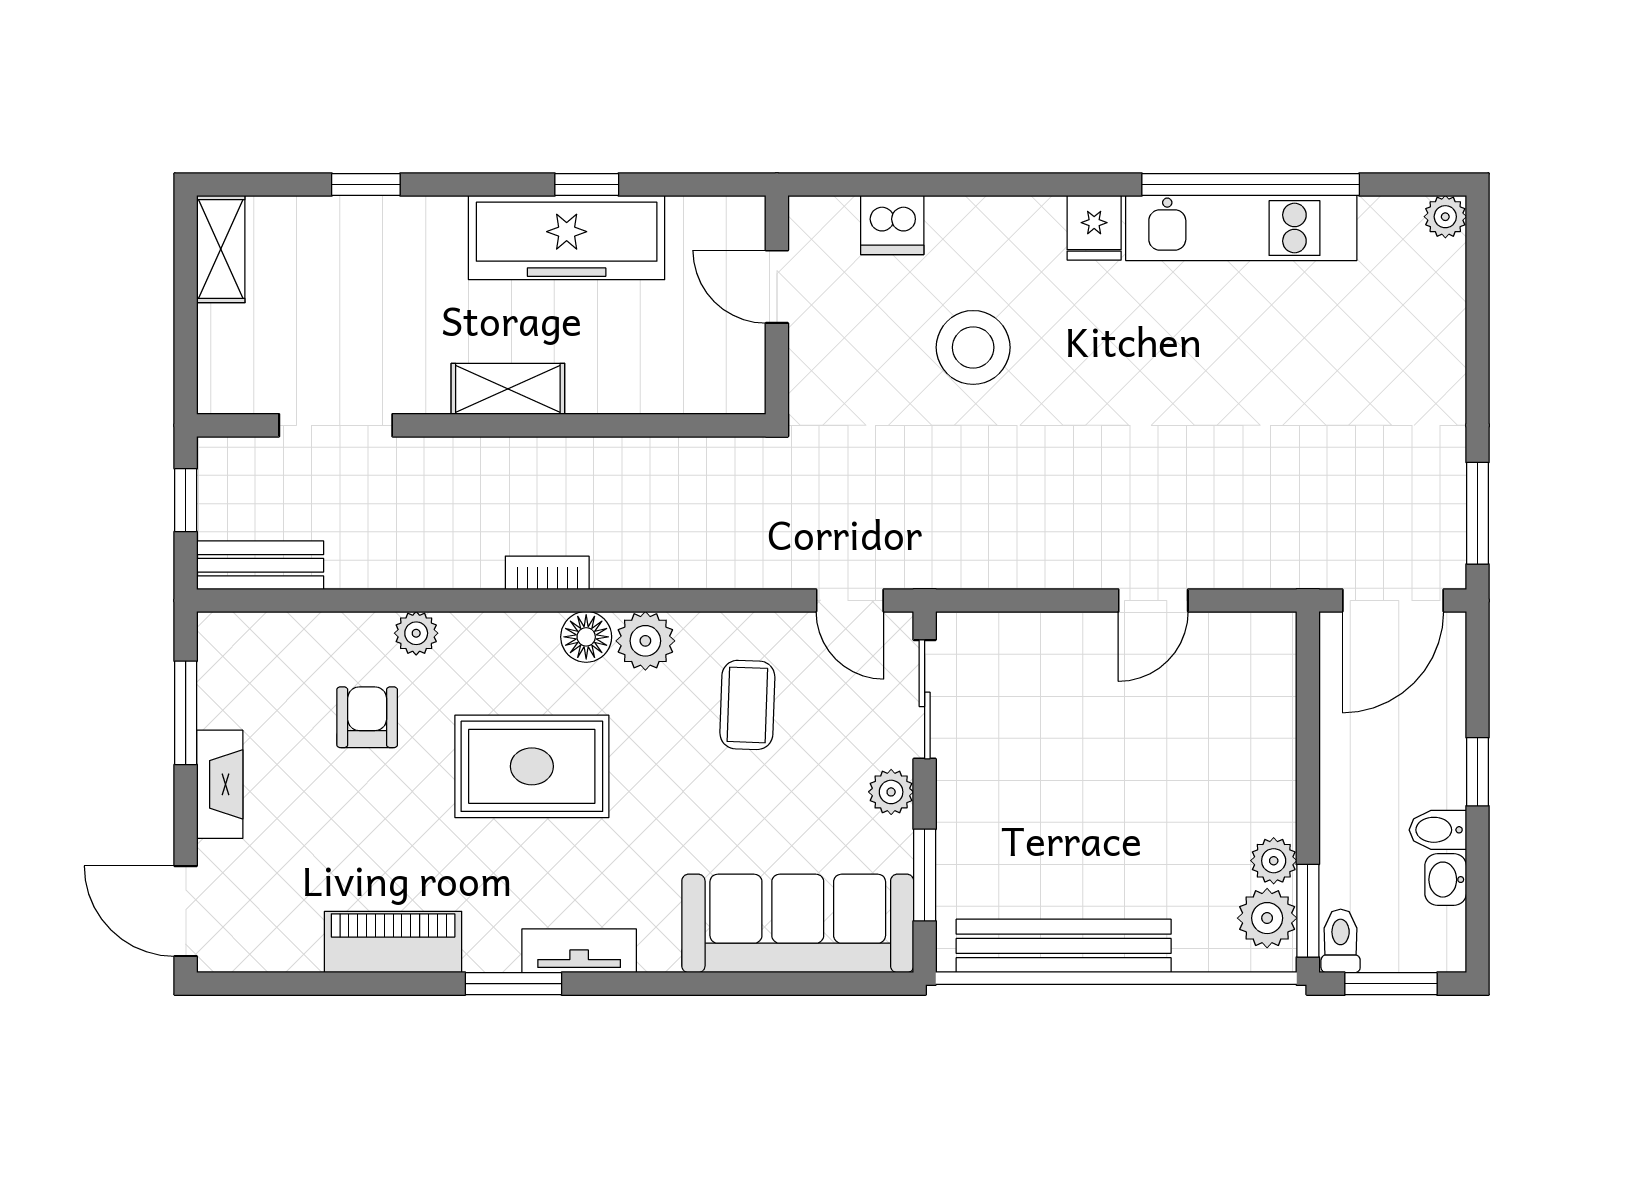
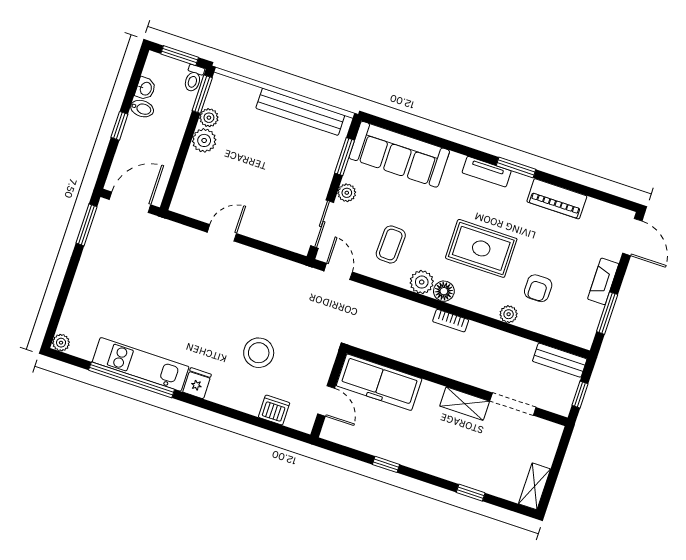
freezer: (567, 238) -> (379, 382), moved, turned 180
shelving: (508, 389) -> (465, 404), moved
plant: (1267, 918) -> (204, 140), moved

